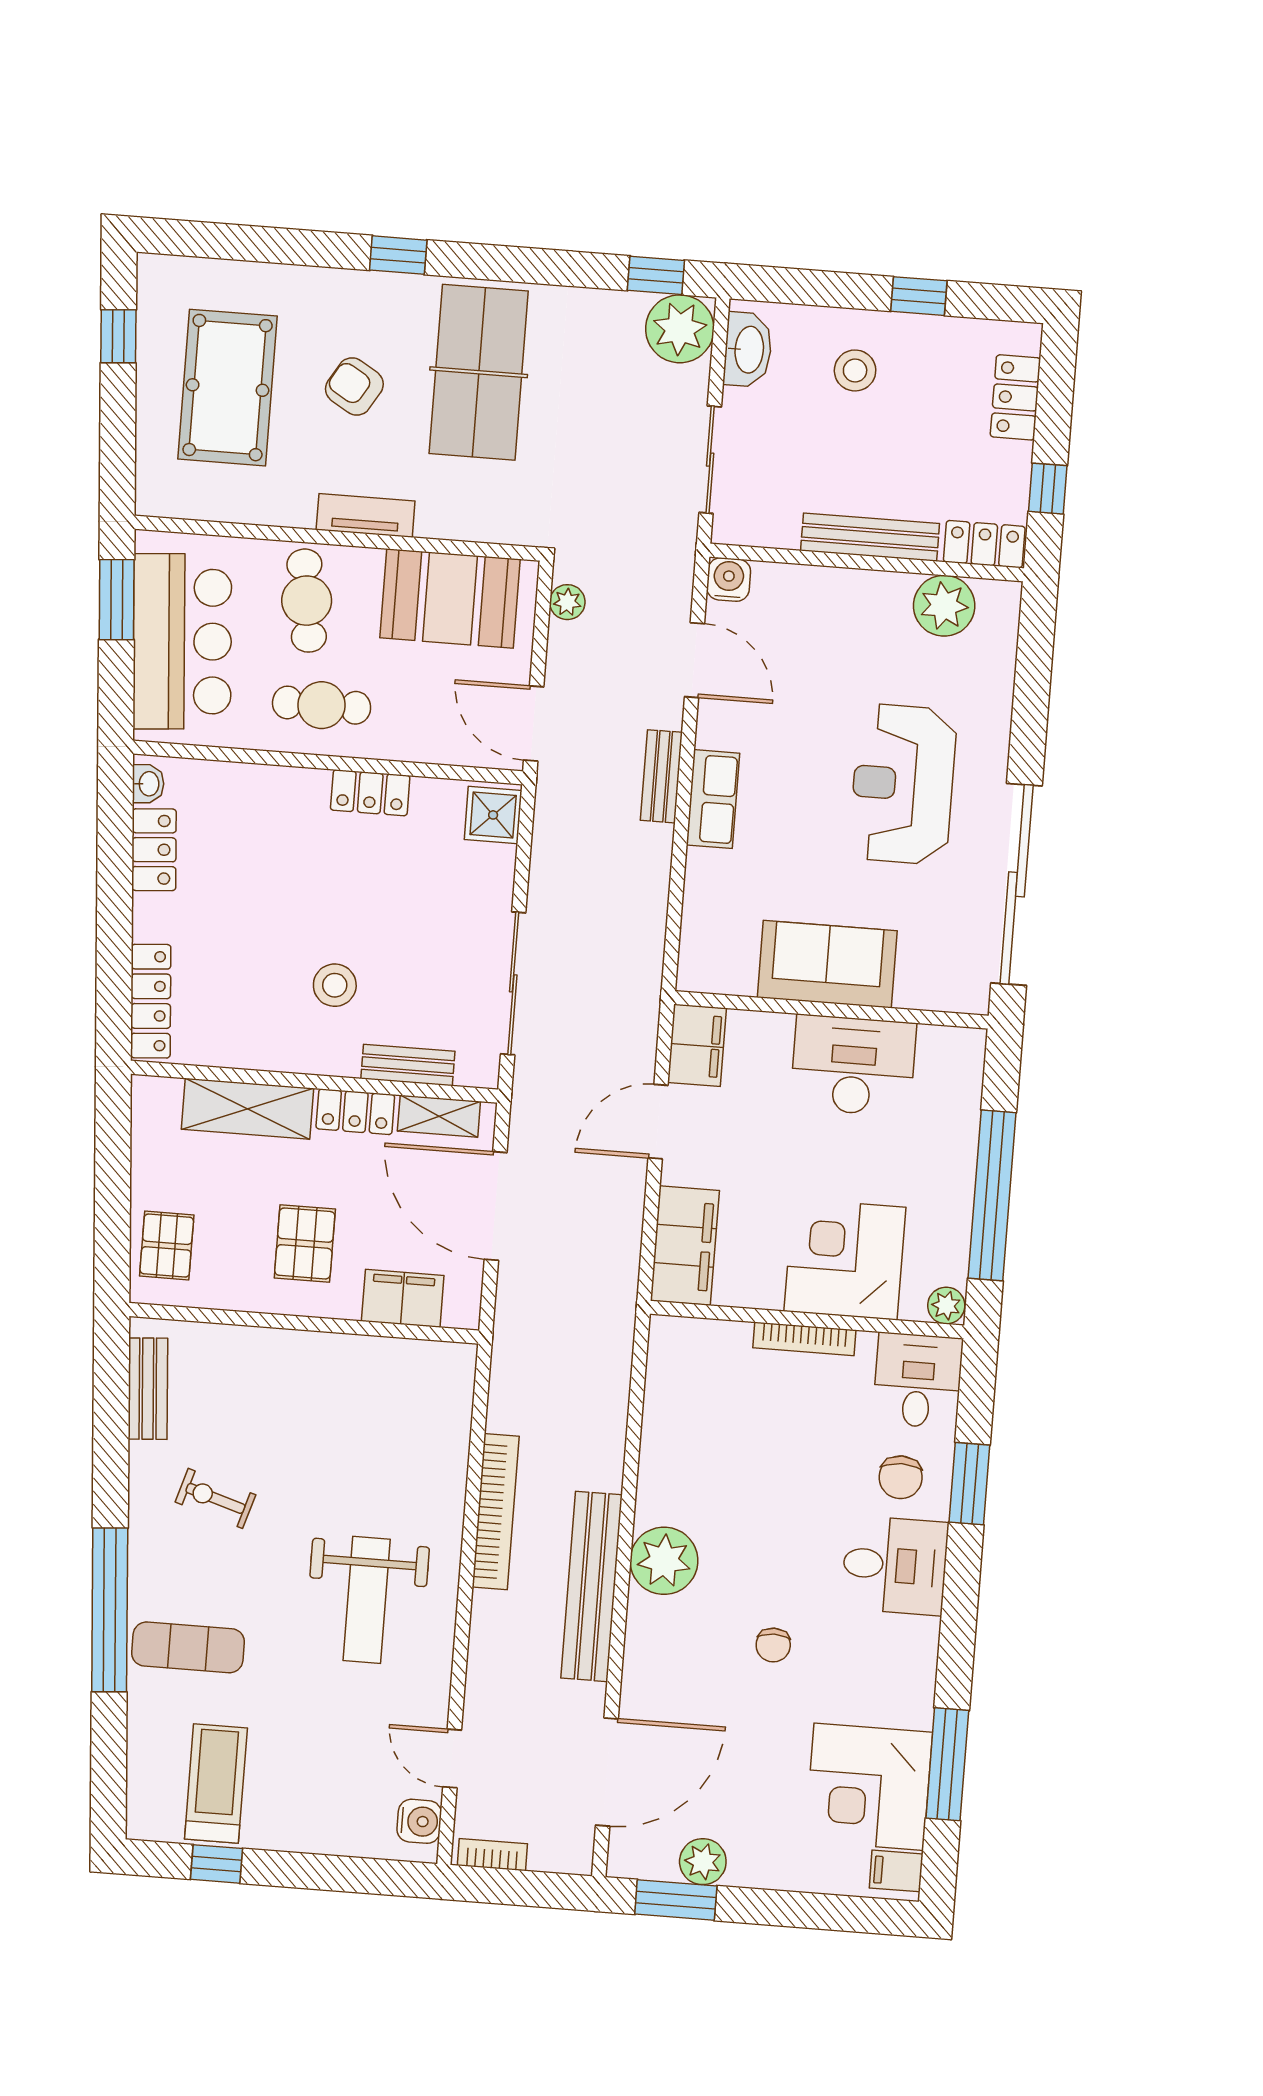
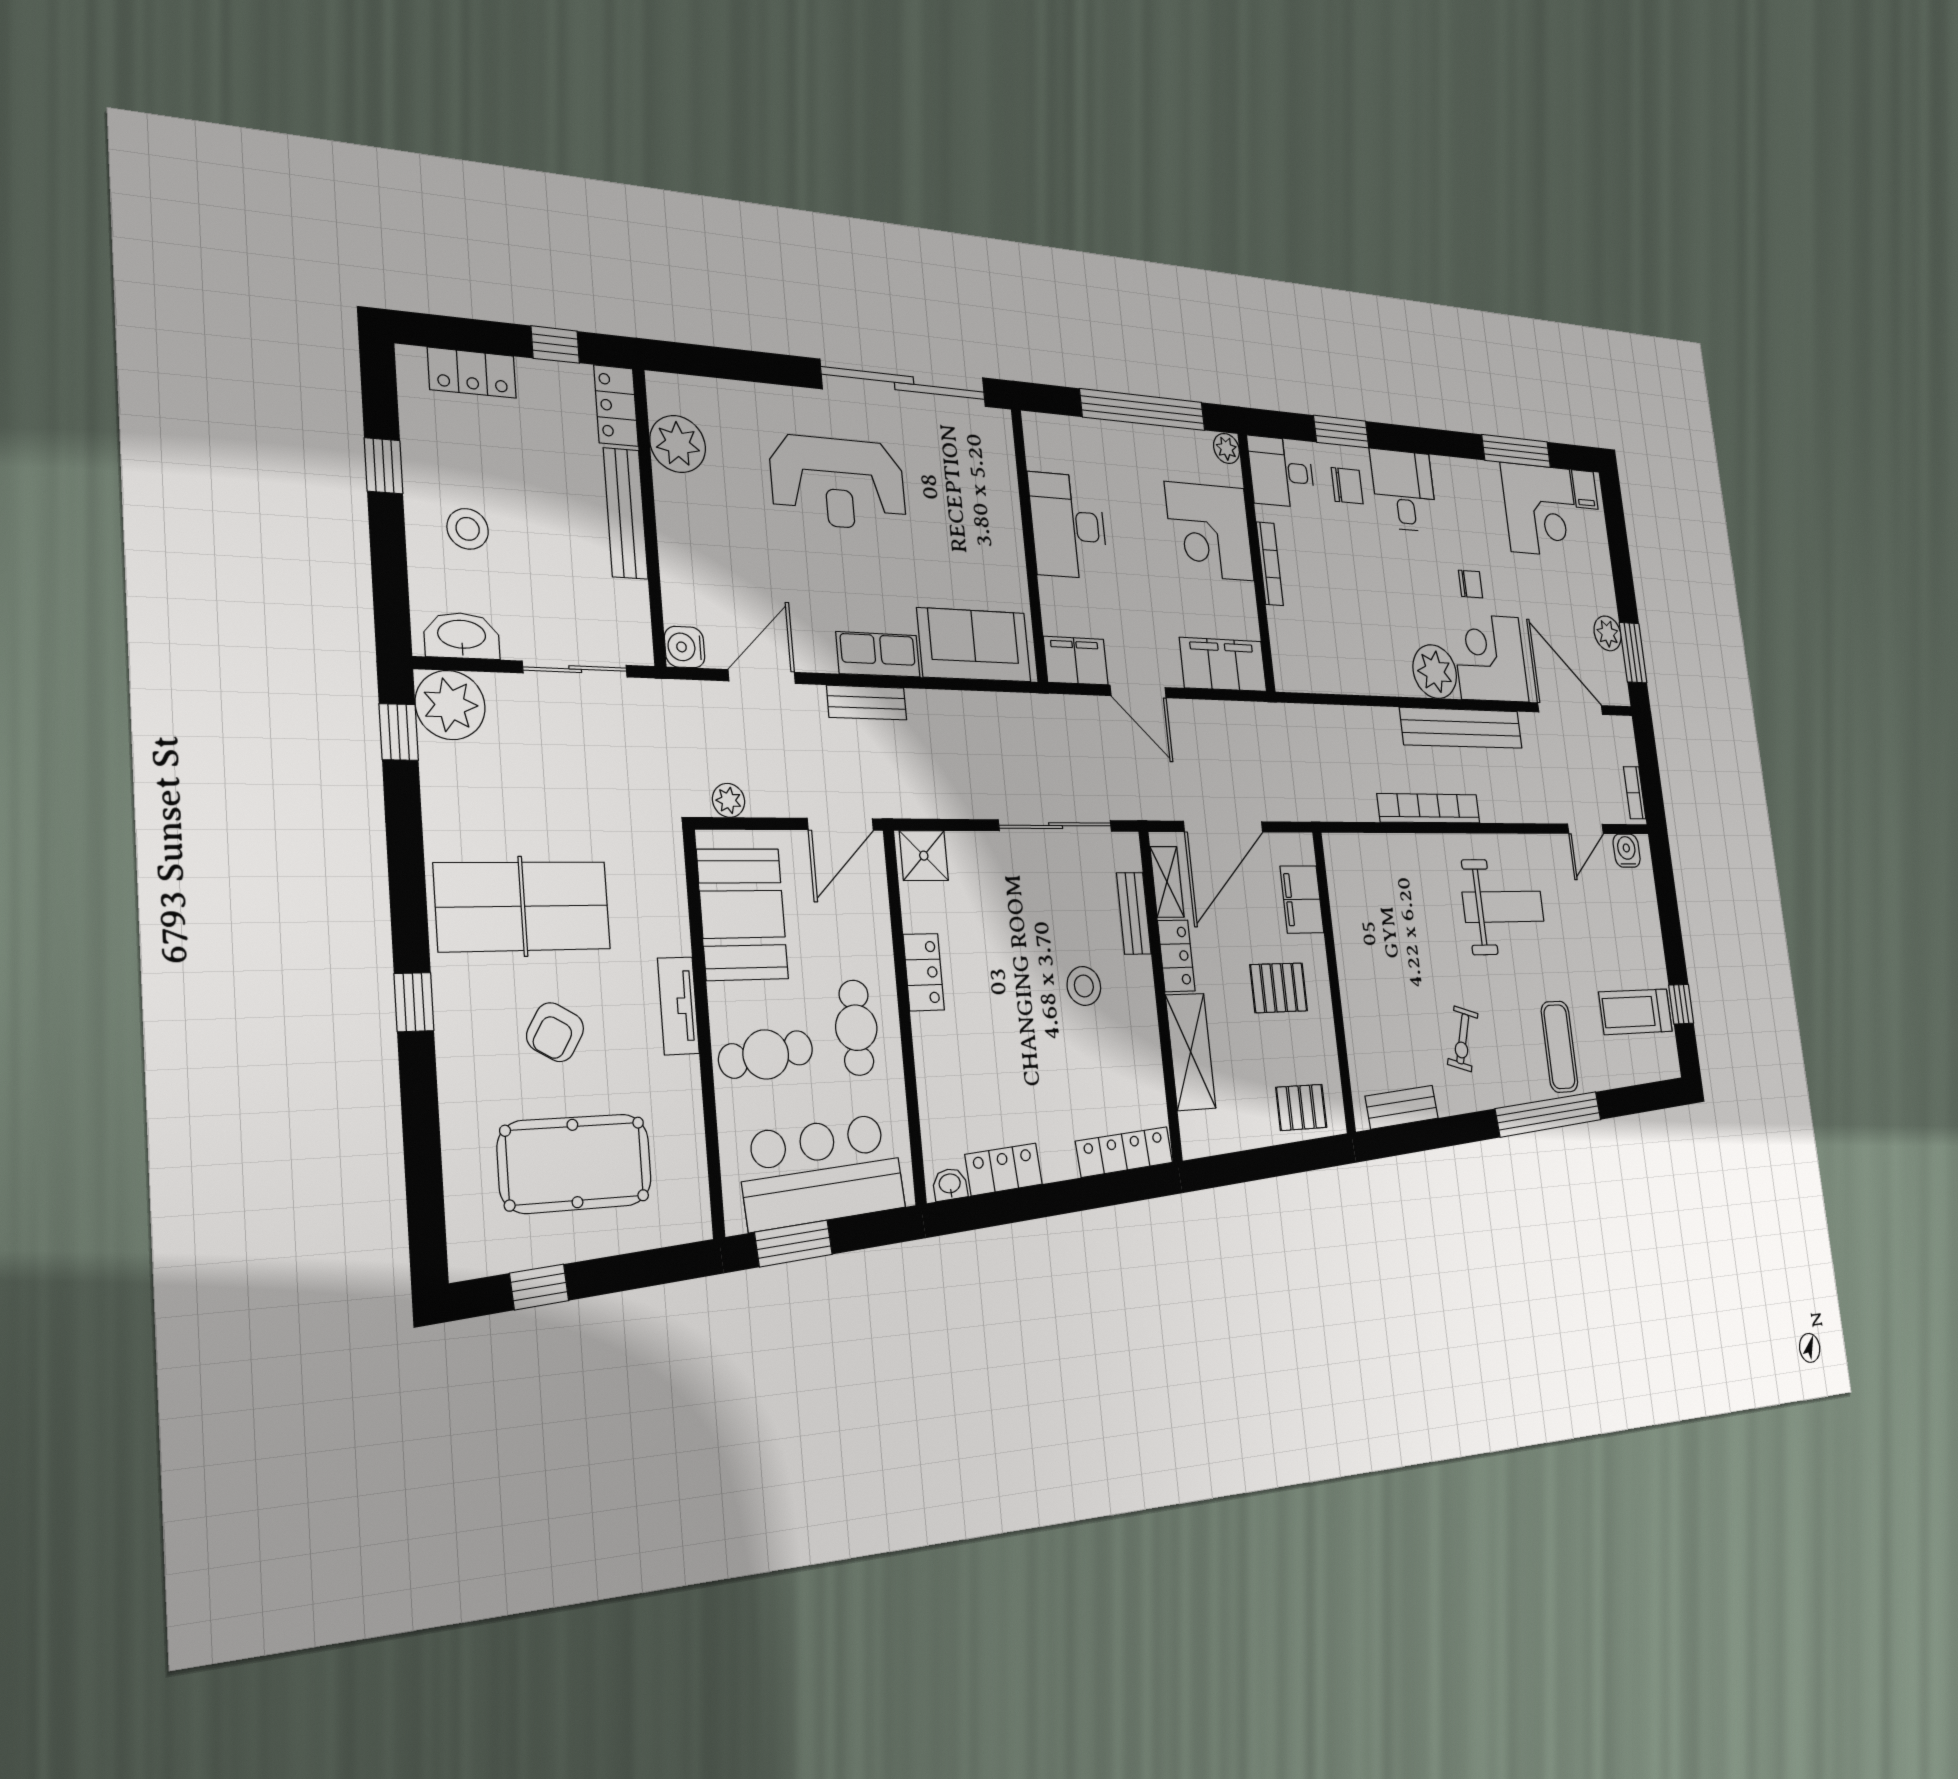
sofa: (827, 964) -> (974, 645), moved, turned 90
corner desk: (678, 1654) -> (1490, 658), added

